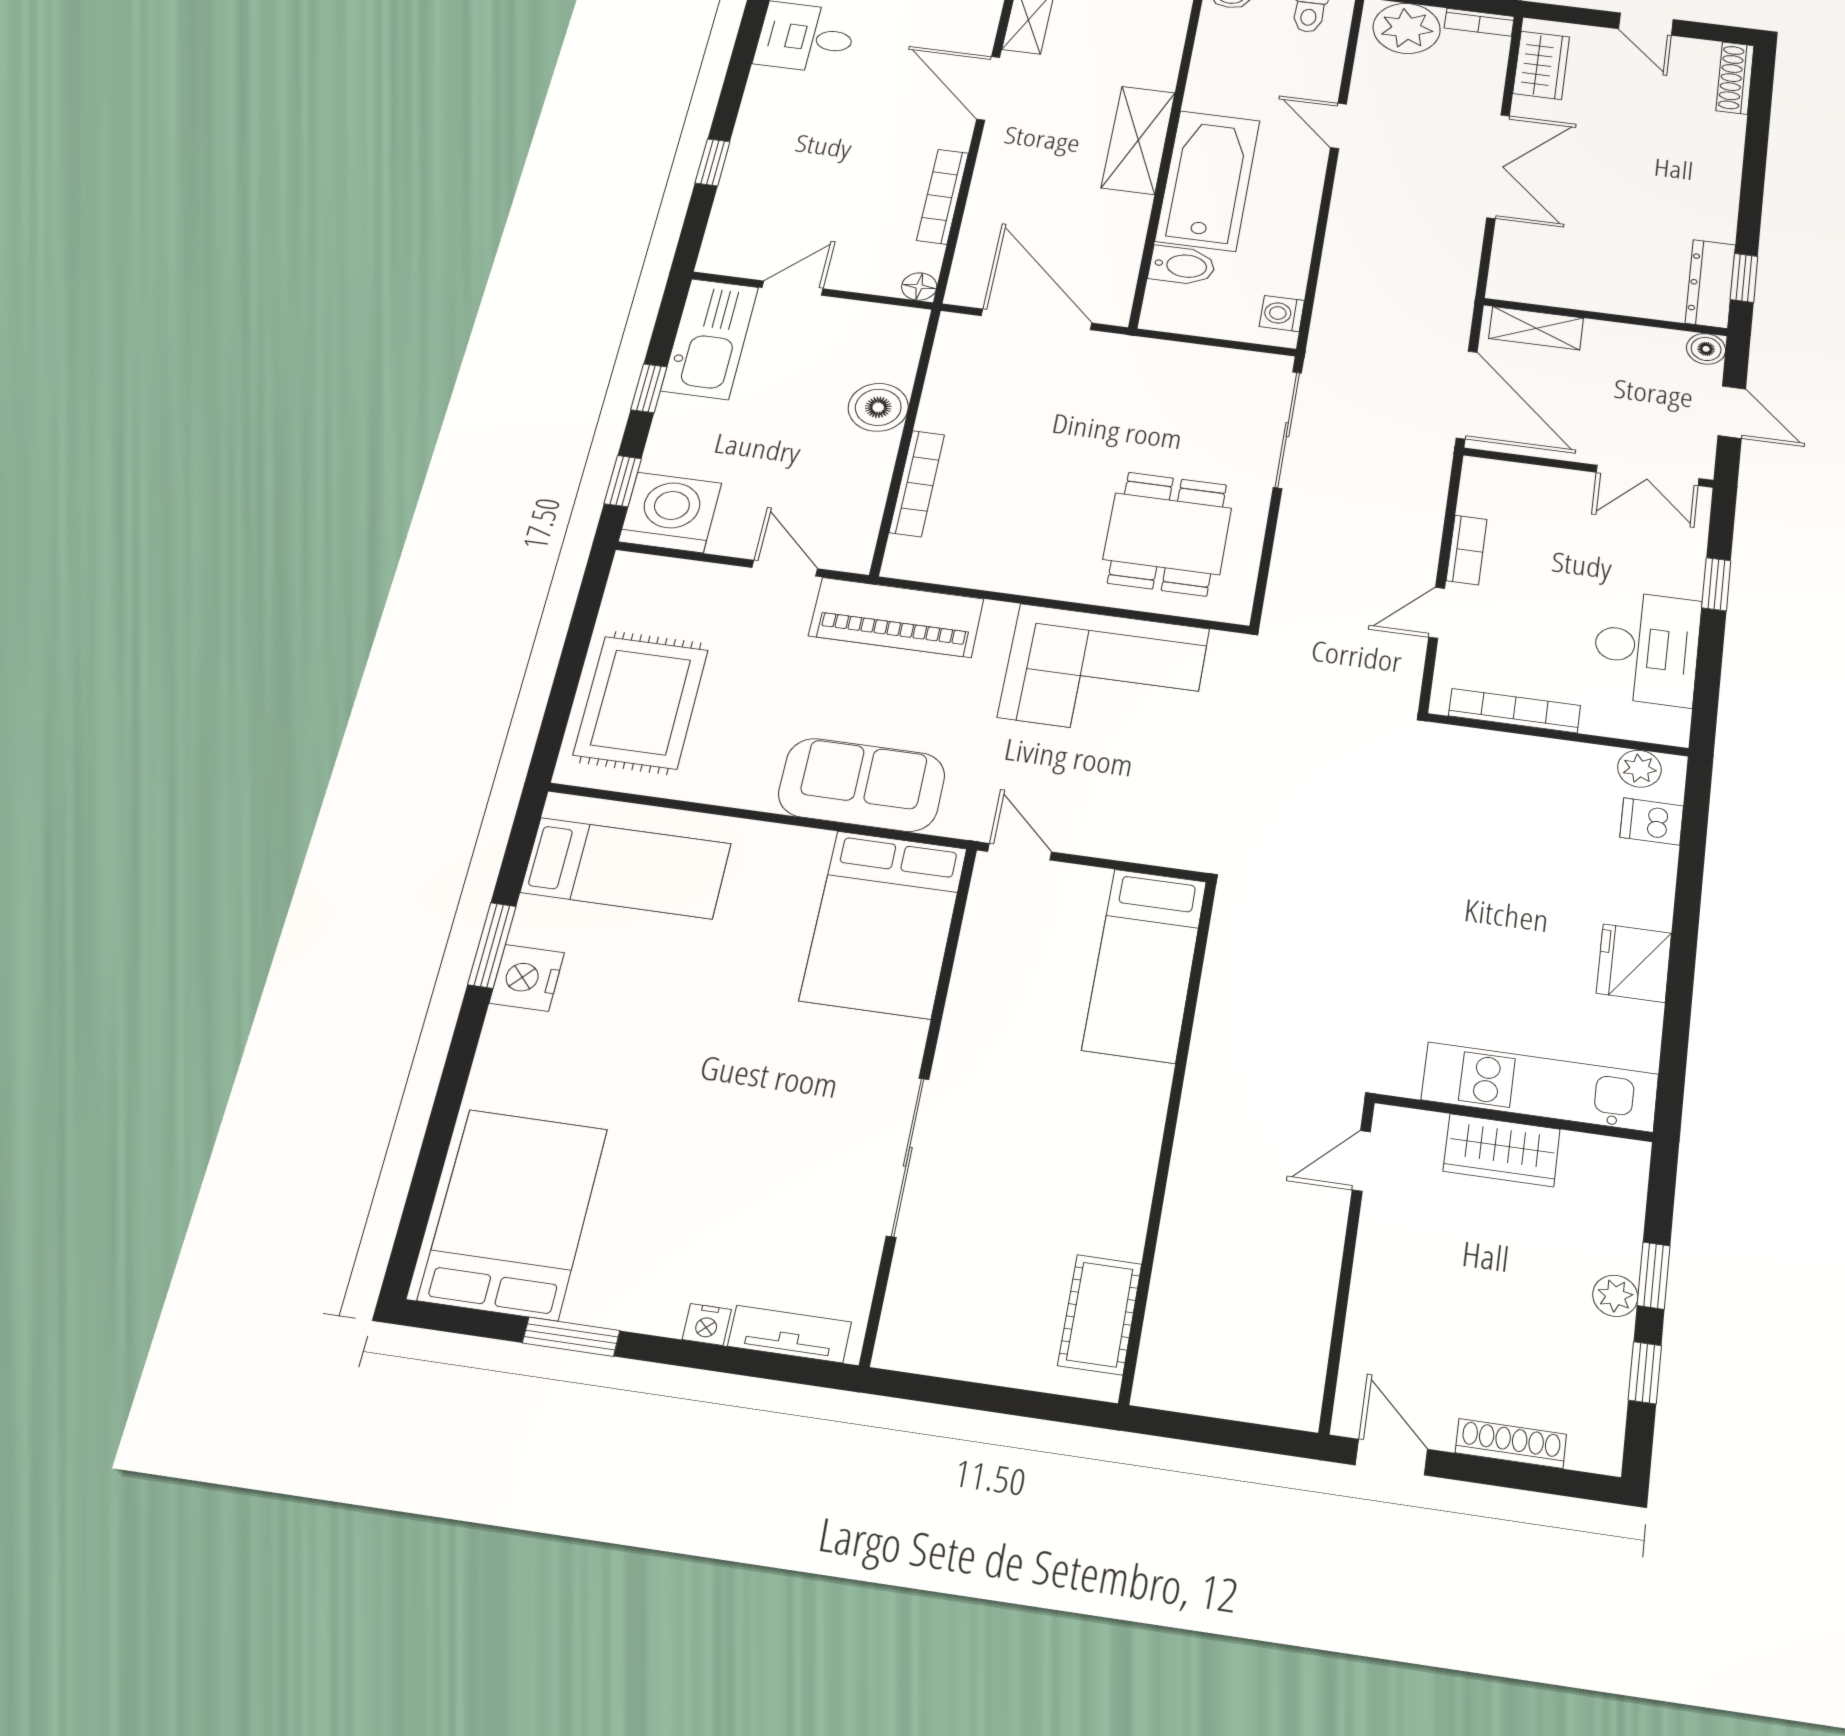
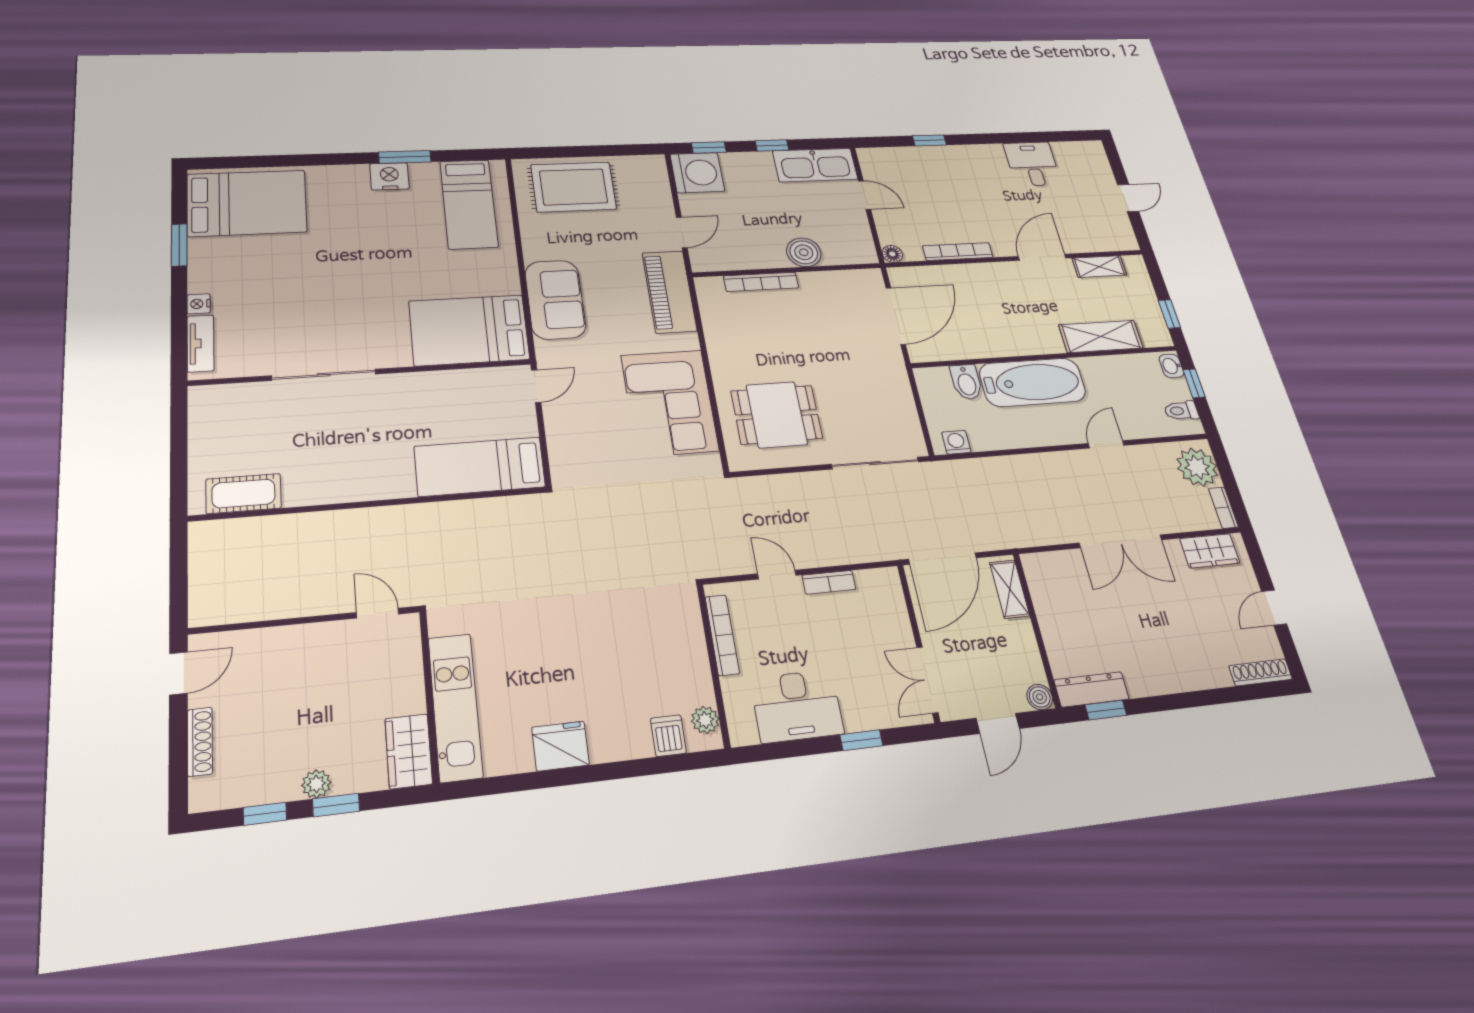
shelving: (1138, 140) -> (1101, 336), moved
wardrobe: (1502, 1150) -> (409, 751), moved

